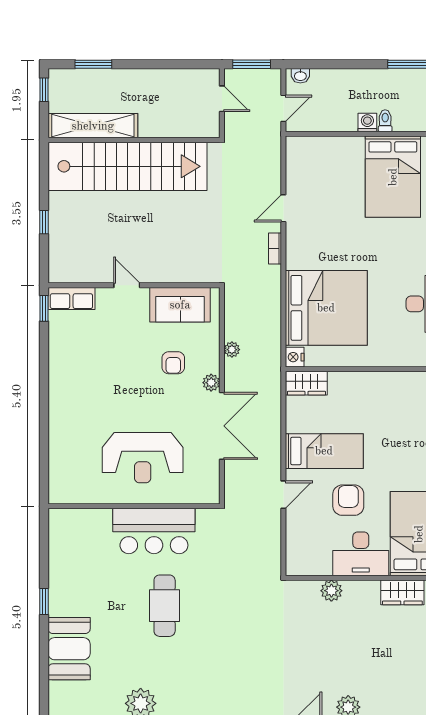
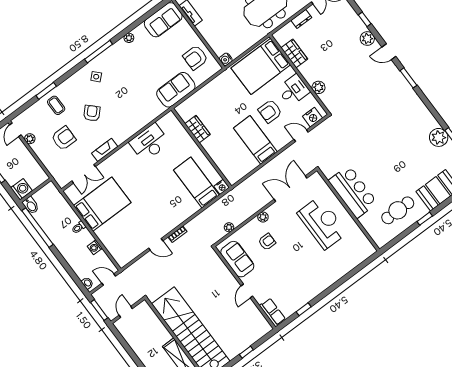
washing machine: (367, 122) -> (95, 247), moved
window: (44, 308) -> (304, 309), moved
bed: (326, 308) -> (196, 183), width x0.49
plant: (232, 350) -> (229, 227), moved
wardrobe: (306, 383) -> (198, 129), moved
double door: (222, 426) -> (290, 189), moved
door: (283, 495) -> (301, 136), moved
nightstand: (297, 552) -> (312, 117), added
desk: (361, 554) -> (293, 90), width x0.73
cafe table: (165, 606) -> (398, 210), moved

